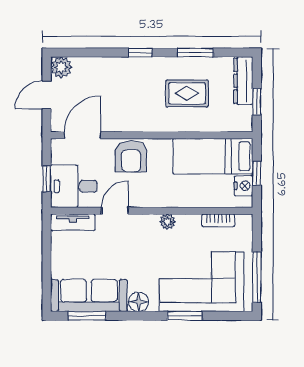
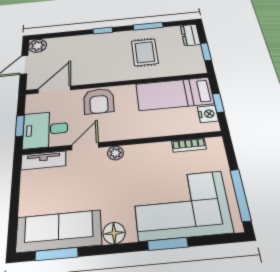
dresser: (243, 81) -> (190, 35), width x0.70
rug: (187, 93) -> (145, 52), turned 90
plant: (168, 222) -> (115, 153), moved

